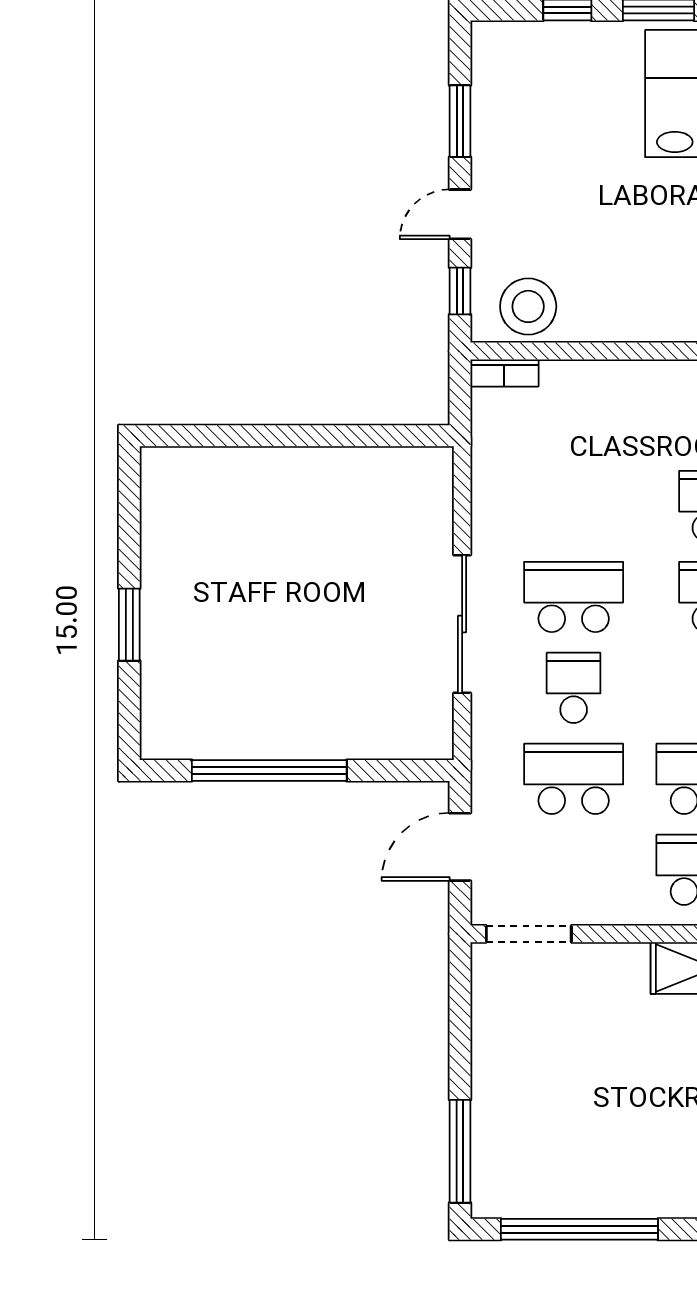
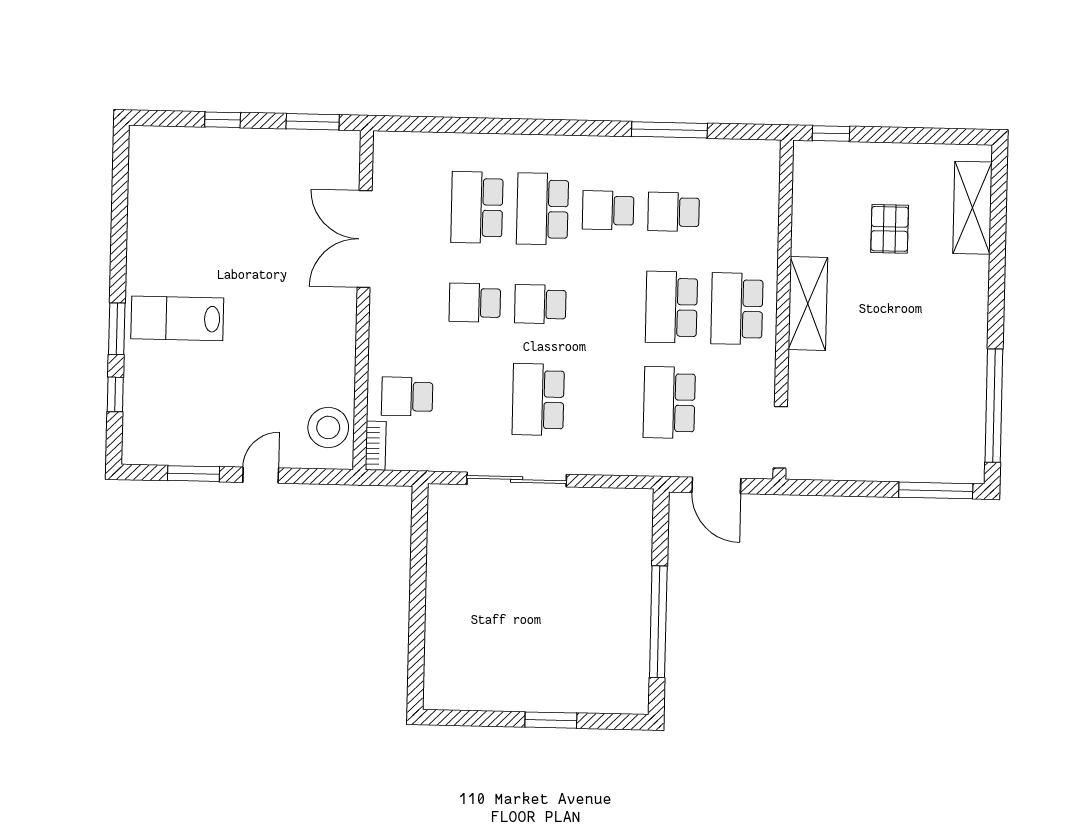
door: (460, 214) -> (261, 475), swing flipped
window: (460, 291) -> (316, 476), removed
sliding door: (462, 624) -> (517, 479), moved
school desk: (574, 688) -> (407, 397), moved

